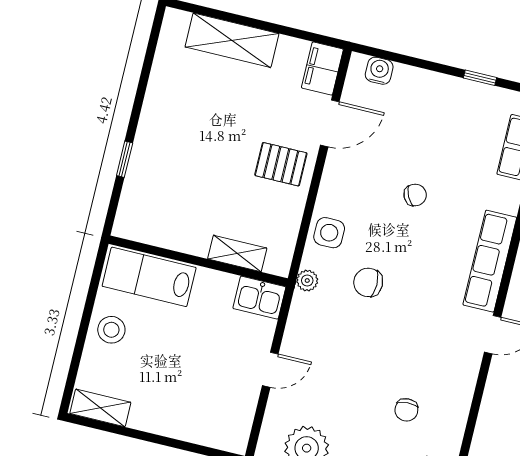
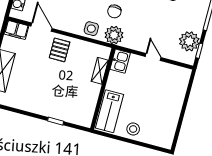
plant: (307, 281) -> (114, 35), width x1.87, depth x1.87
shelving: (100, 408) -> (169, 135), removed

